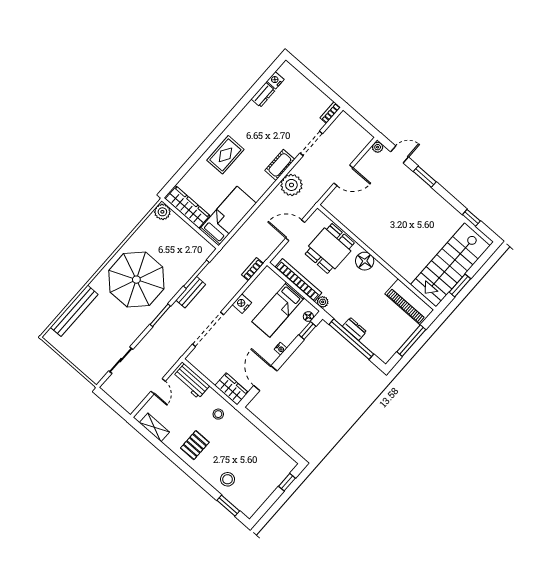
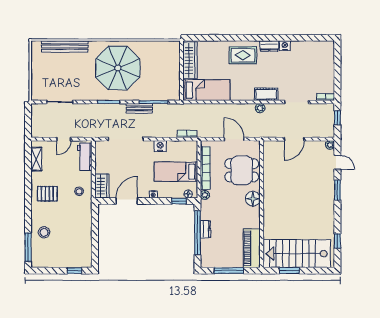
nightstand: (275, 80) -> (285, 46), moved
dresser: (263, 95) -> (269, 46), moved
window: (359, 119) -> (337, 118), added
door: (343, 175) -> (294, 139), hinge flipped
plant: (291, 185) -> (260, 108), width x0.53, depth x0.53
plant: (162, 212) -> (174, 47), removed
window: (228, 506) -> (28, 247), width x1.44

